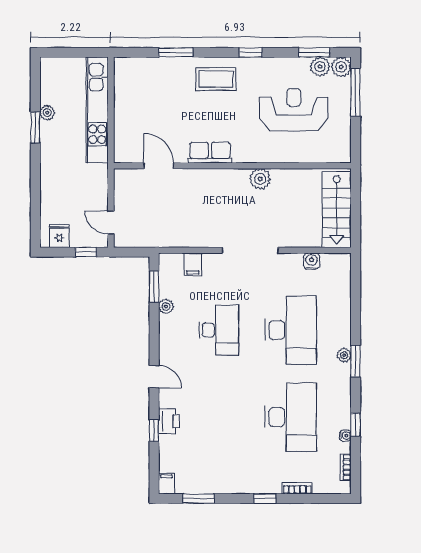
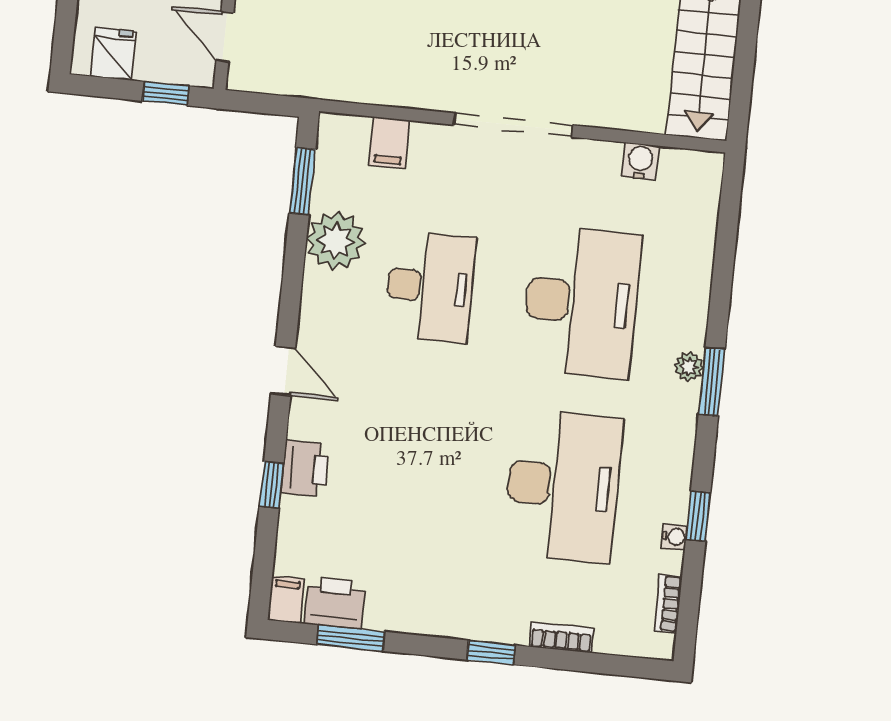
plant: (166, 306) -> (336, 241), width x1.88, depth x1.88
printer: (189, 483) -> (335, 603), added

